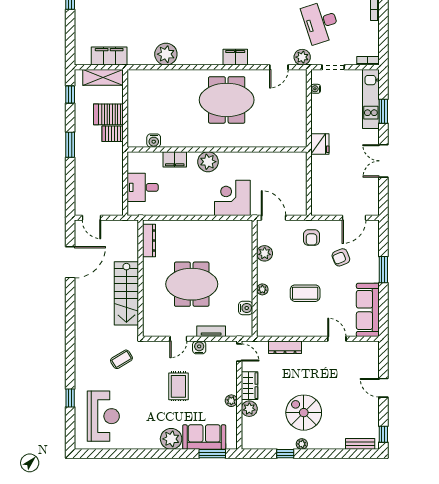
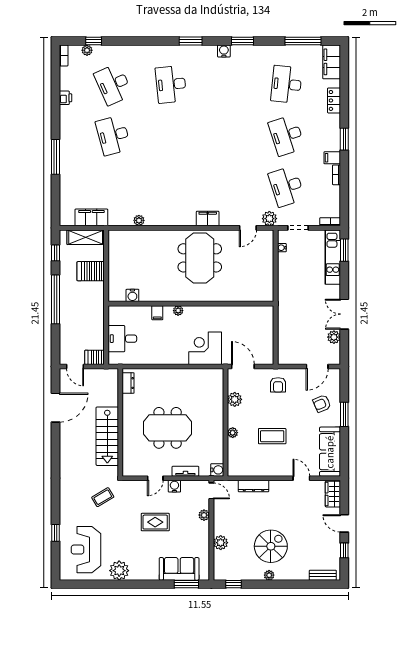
plant: (166, 54) -> (139, 220), width x0.53, depth x0.53
meeting table: (227, 100) -> (200, 258), turned 90
window: (383, 111) -> (344, 250), moved
server rack: (113, 134) -> (95, 357), moved
fridge: (320, 144) -> (286, 298), removed
window: (70, 145) -> (55, 299), width x2.11
filing cabinet: (175, 159) -> (157, 313), width x0.50
plant: (208, 162) -> (178, 311), width x0.53, depth x0.53
plant: (372, 186) -> (334, 337), added
dresser: (149, 241) -> (128, 383), width x0.70
armchair: (341, 257) -> (322, 404), moved
water cooler: (246, 308) -> (217, 470), moved
rug: (178, 386) -> (155, 522), turned 90
wardrobe: (250, 386) -> (333, 494), moved, turned 180
plant: (231, 401) -> (204, 515), moved
spiral stairs: (304, 413) -> (271, 546), turned 90
reception desk: (103, 416) -> (86, 550), turned 180
window: (383, 434) -> (344, 550), moved
plant: (171, 439) -> (119, 571), moved
window: (285, 454) -> (234, 584), moved

